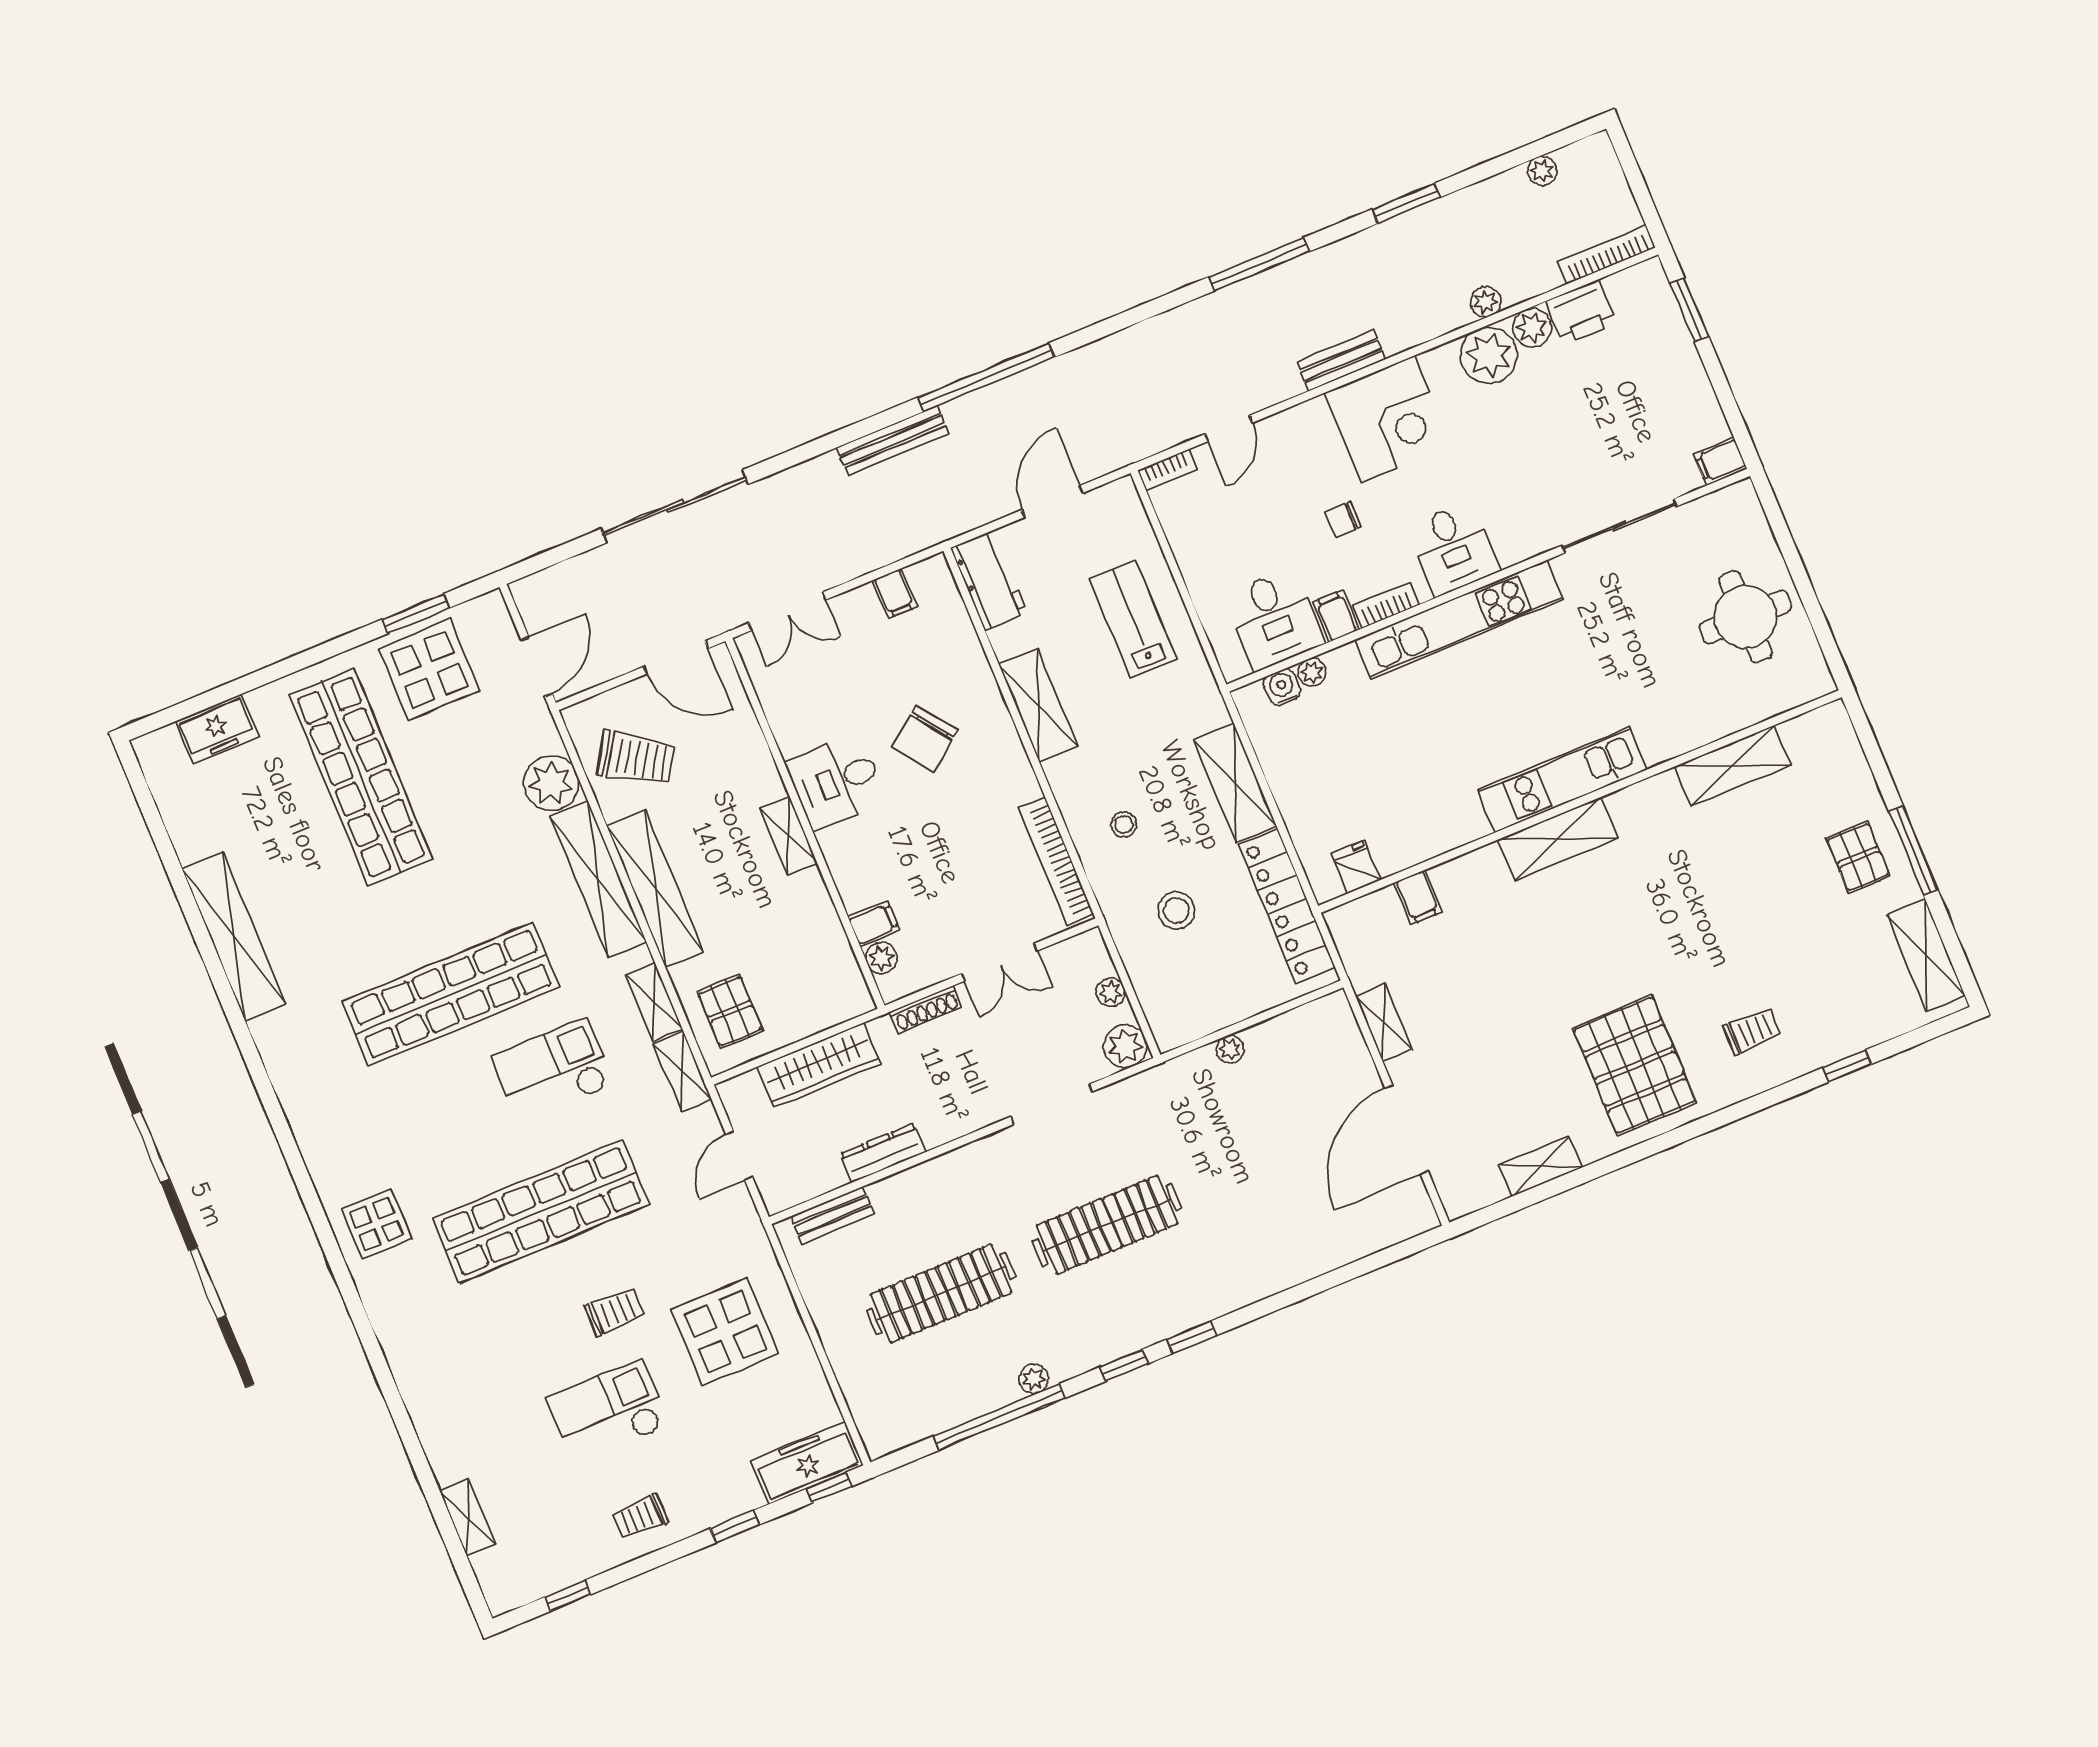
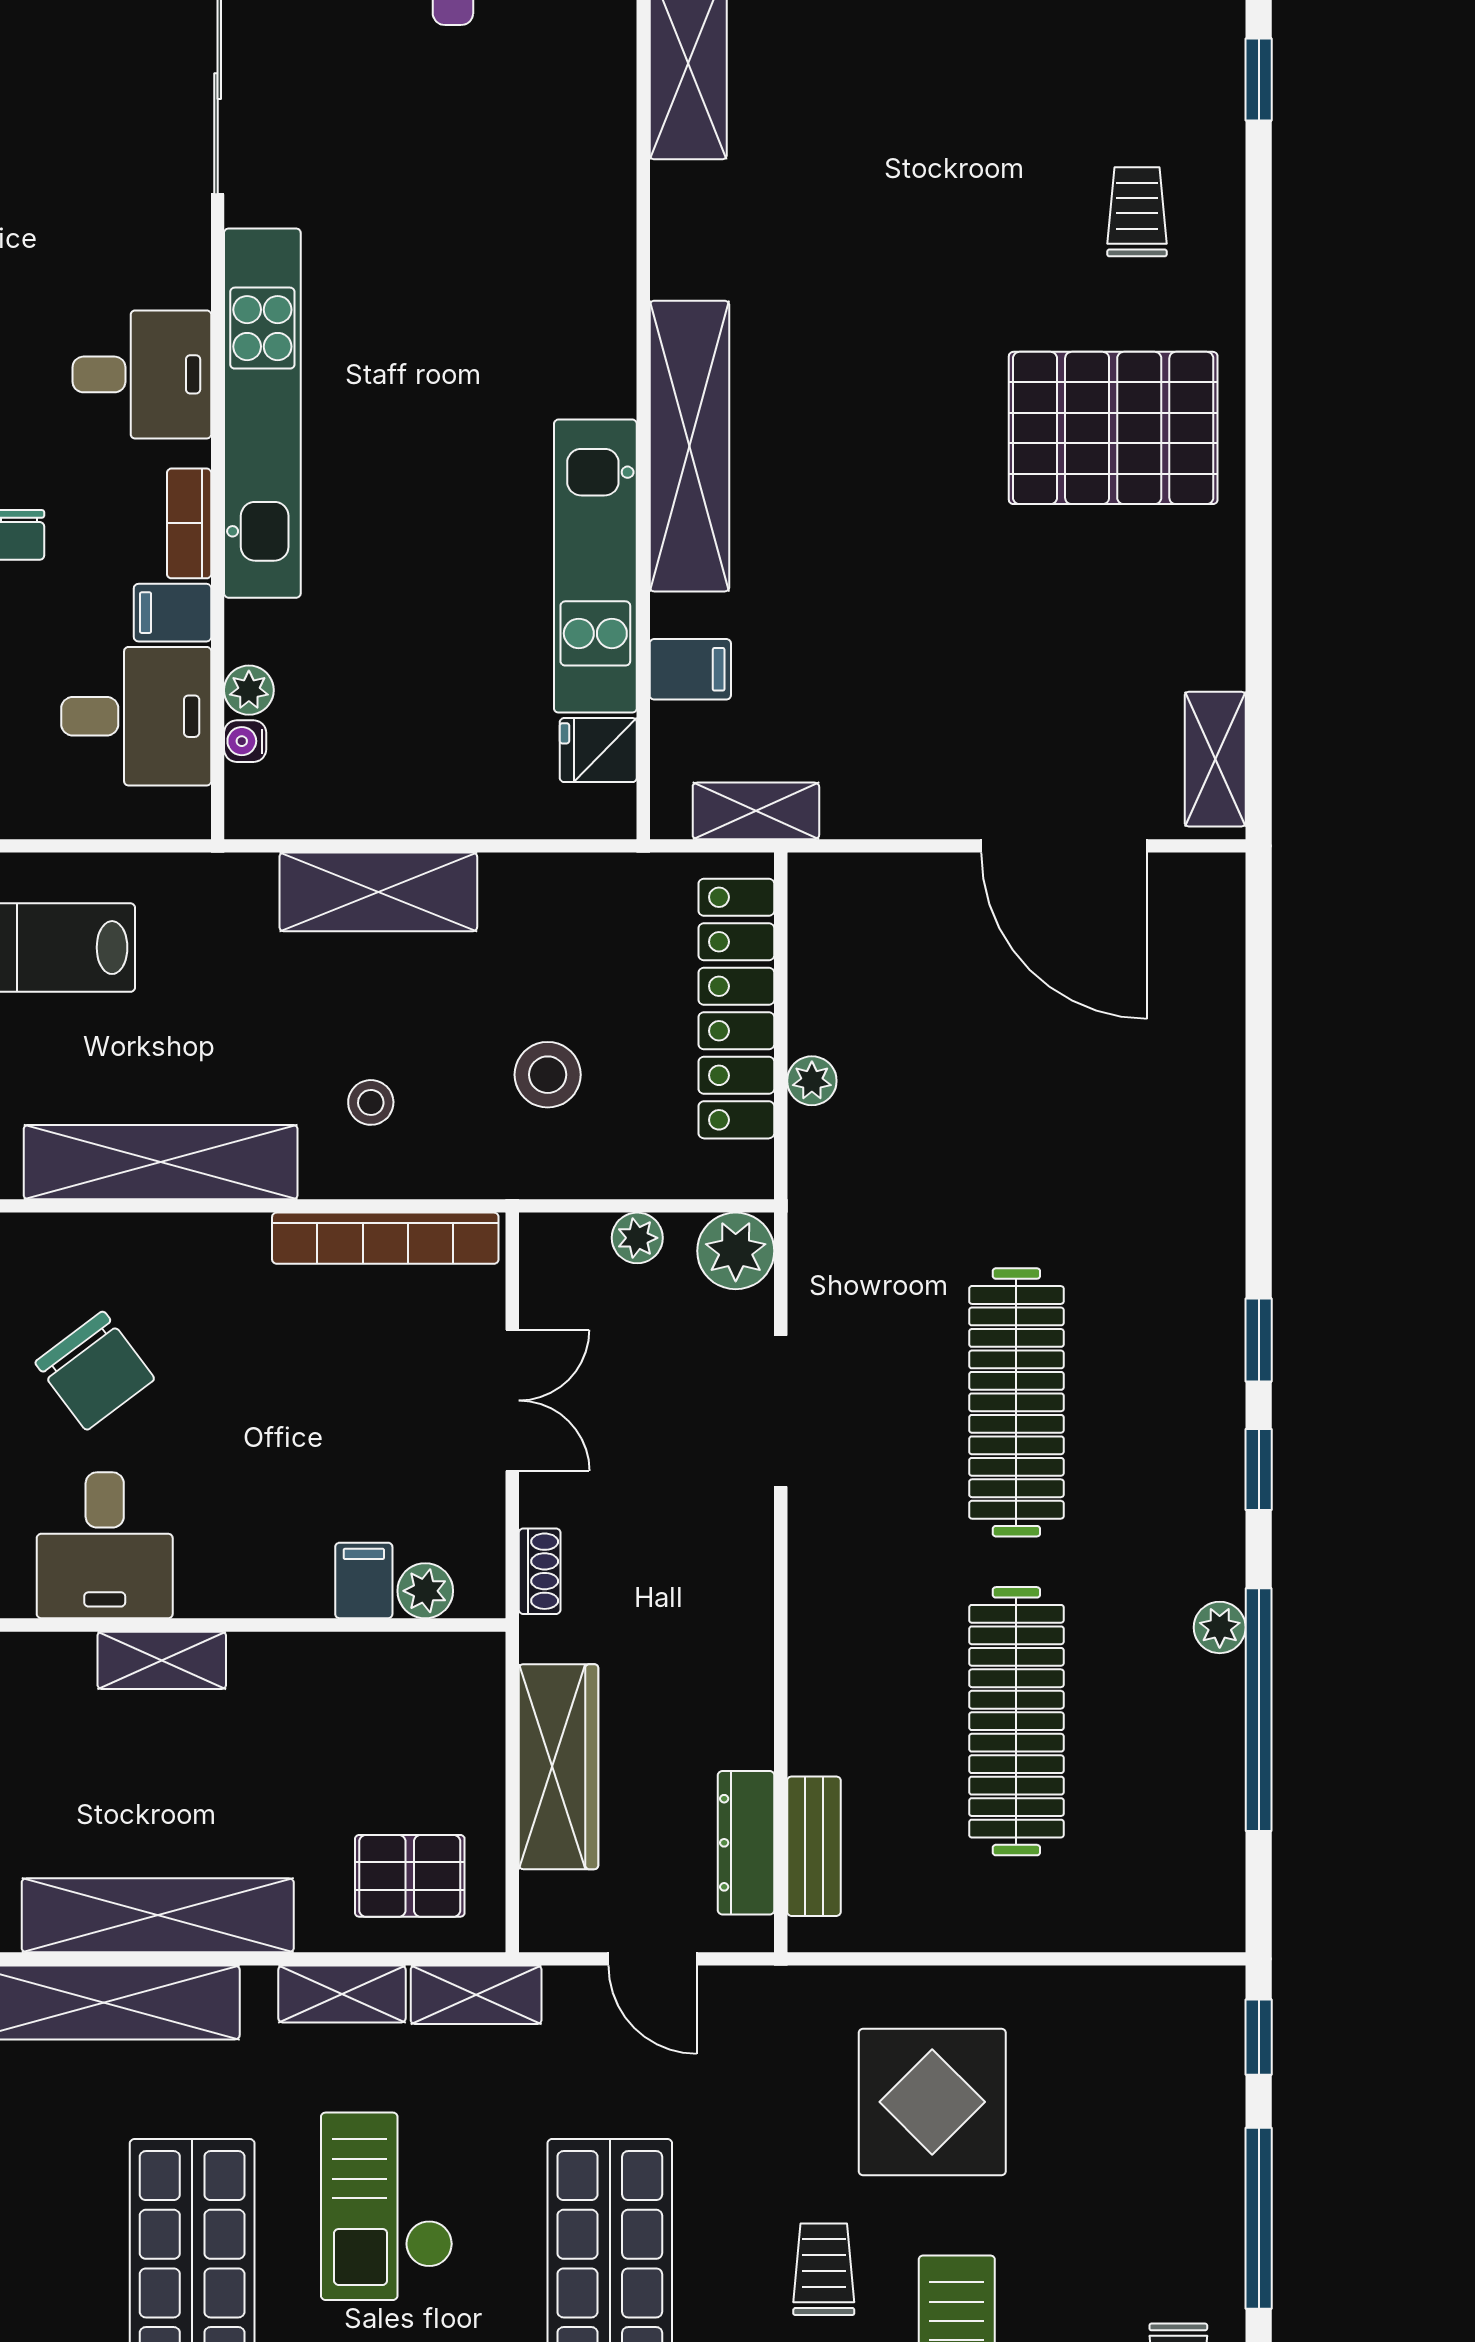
water cooler: (1282, 687) -> (245, 741), width x0.72, depth x0.72
shelving: (1038, 705) -> (161, 1162), width x1.47
kitchen unit: (1562, 780) -> (595, 566), moved
shelving: (1558, 839) -> (689, 446), width x1.47
locker: (1287, 906) -> (736, 1009), moved, turned 90
shoe rack: (926, 1009) -> (540, 1571), width x0.70
shelving: (1383, 1023) -> (756, 811), moved
dresser: (883, 1153) -> (746, 1843), moved
shelving: (1541, 1166) -> (1215, 759), moved
freezer: (807, 1463) -> (1203, 2057), removed
window: (735, 1527) -> (1259, 2218), width x2.17

